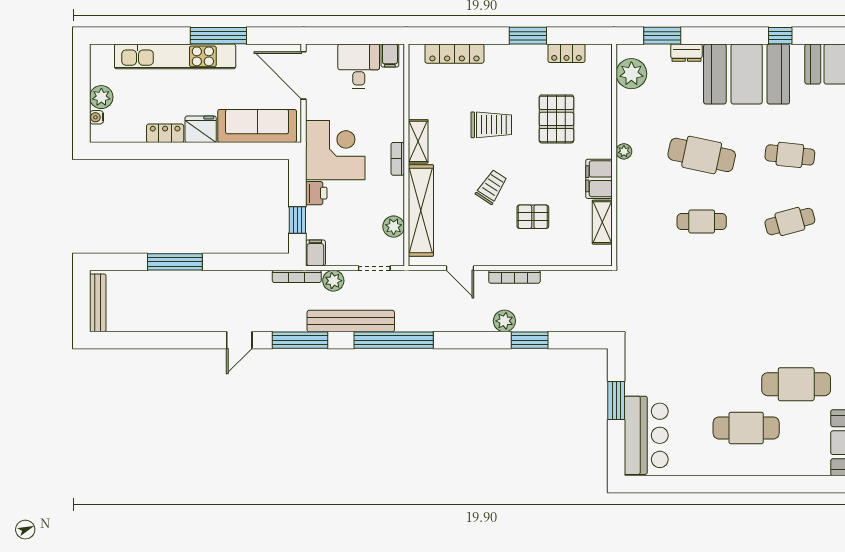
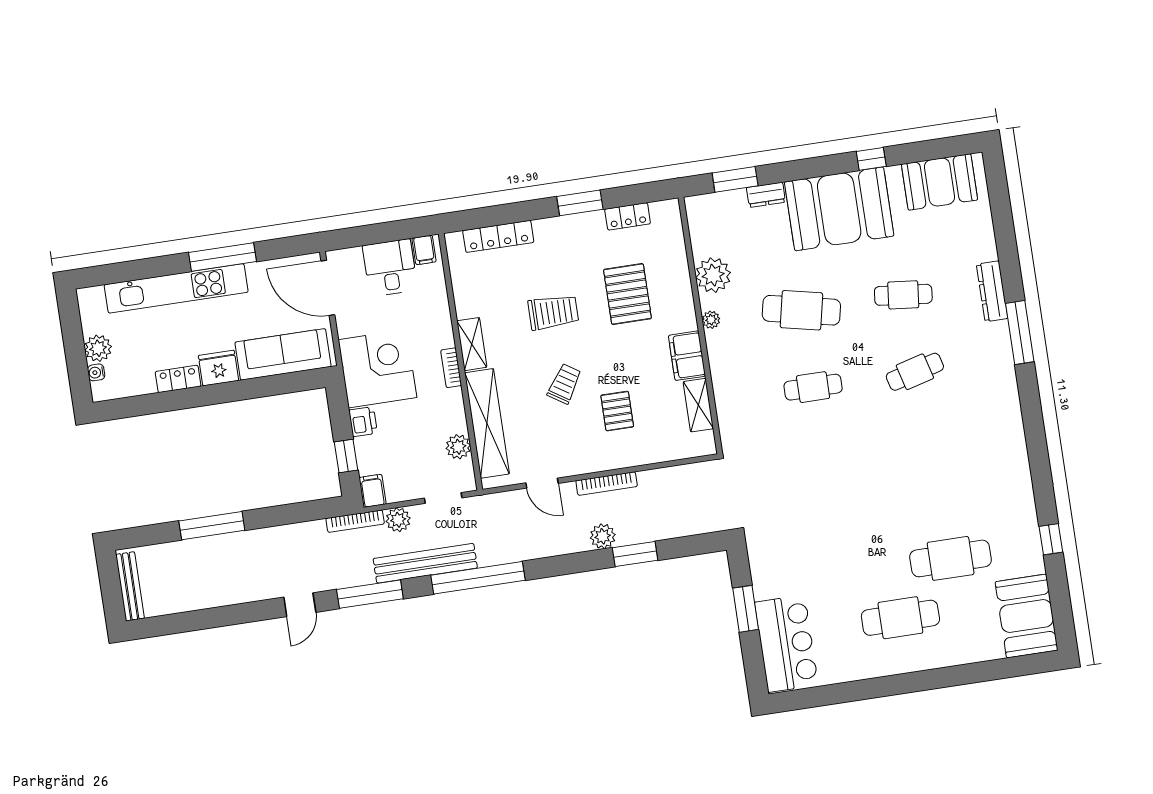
plant: (631, 74) -> (713, 275), moved
pallet: (533, 217) -> (617, 411), turned 90

